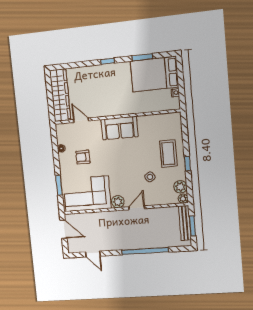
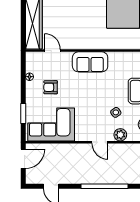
plant: (118, 202) -> (120, 135), moved
door: (137, 208) -> (100, 142), swing flipped
door: (63, 229) -> (23, 159), hinge flipped

